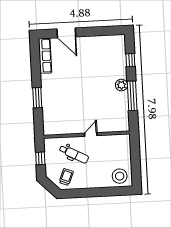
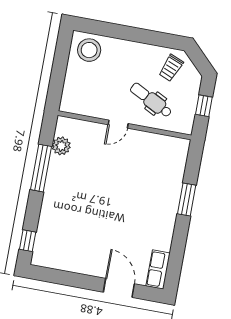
row of seats: (45, 56) -> (158, 269), width x0.68
window: (130, 60) -> (28, 241), moved
plant: (121, 85) -> (61, 146), moved

